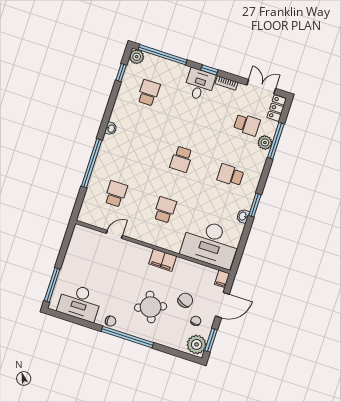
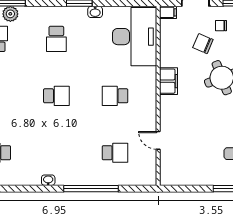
school desk: (116, 194) -> (115, 153), turned 180

